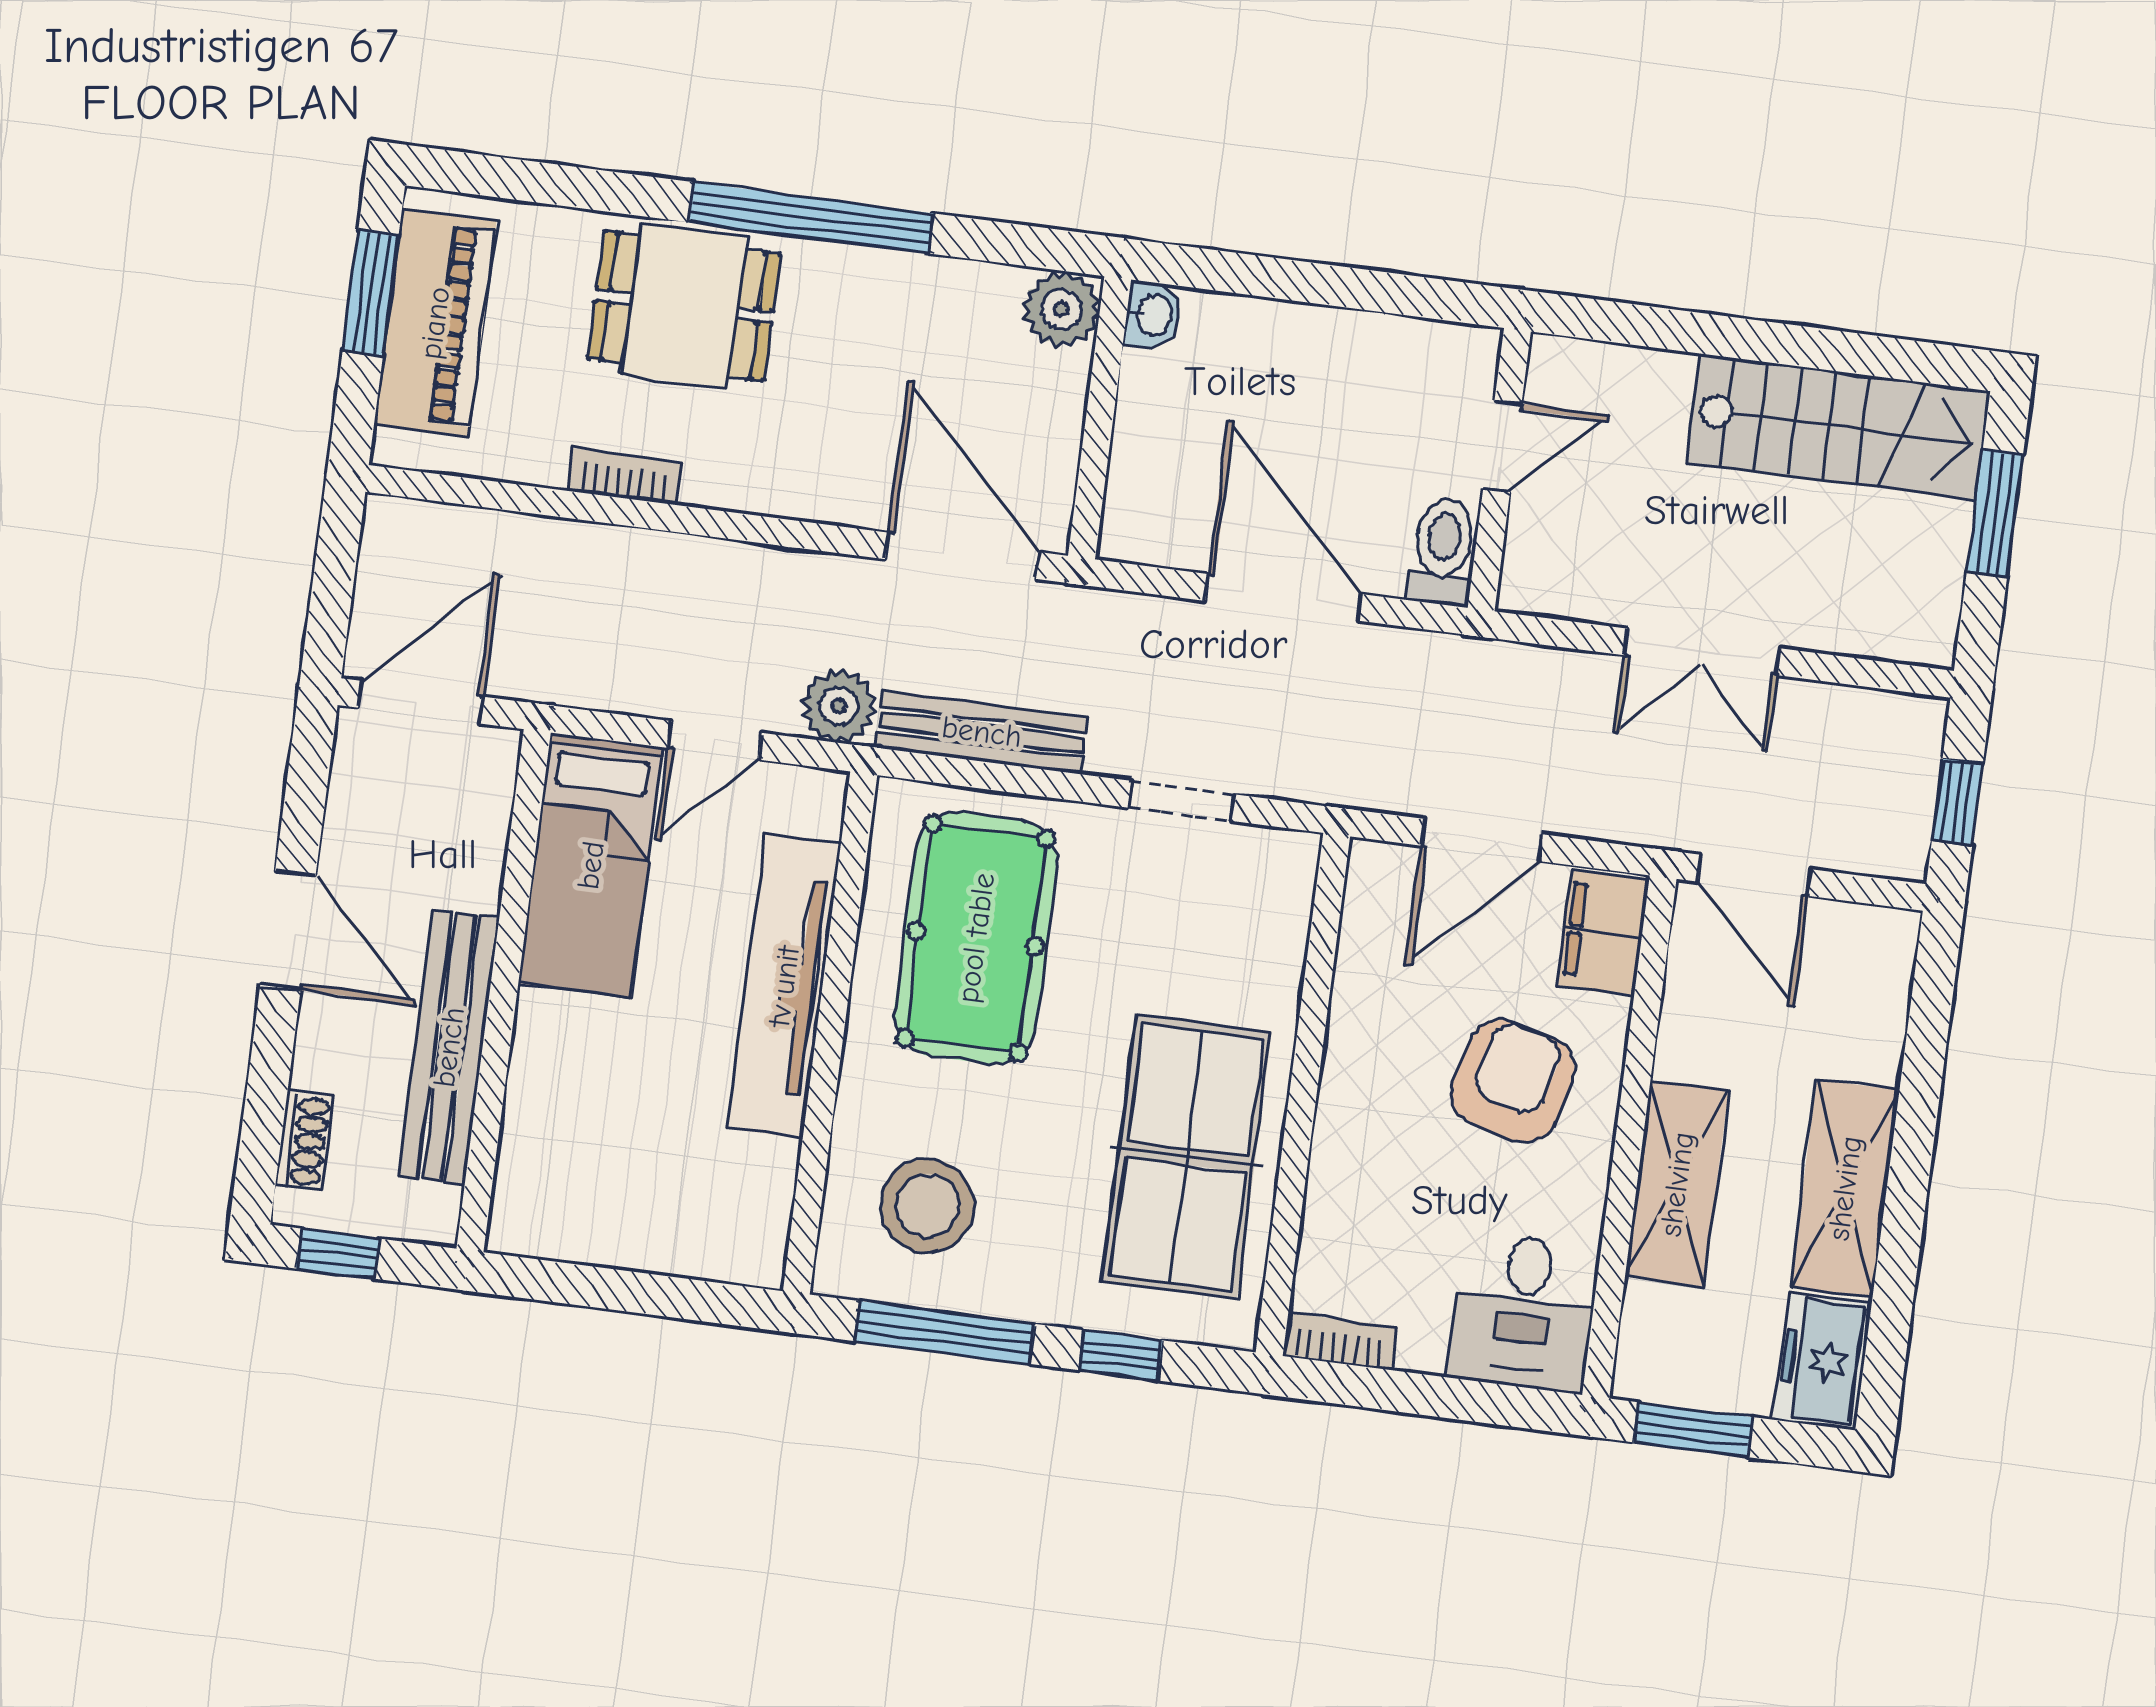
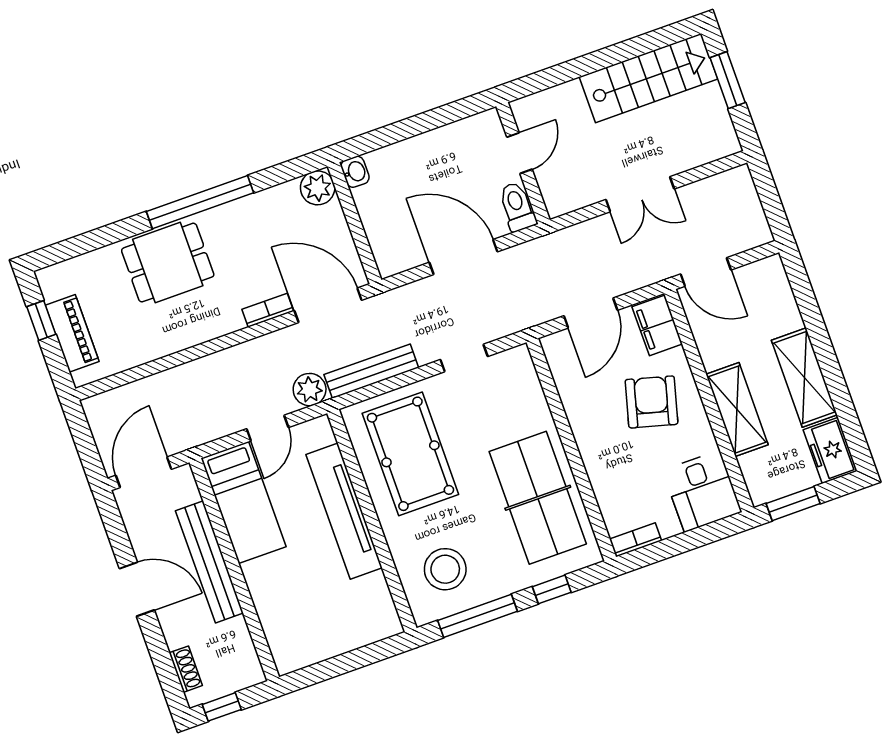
window: (371, 293) -> (41, 321), width x0.67
piano: (435, 323) -> (72, 333), width x0.73, depth x0.75
bookcase: (624, 476) -> (268, 310), moved
window: (1957, 802) -> (771, 202), removed
bench: (449, 1047) -> (209, 562), moved

